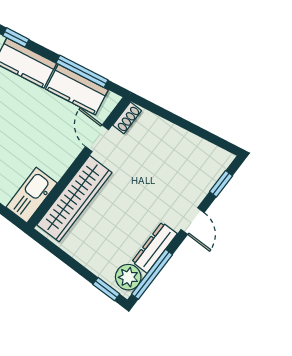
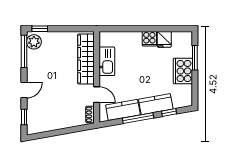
window: (82, 71) -> (138, 118), moved
kitchen sink: (32, 195) -> (107, 61), moved
door: (193, 221) -> (24, 90), swing flipped
dresser: (154, 248) -> (32, 65), removed

